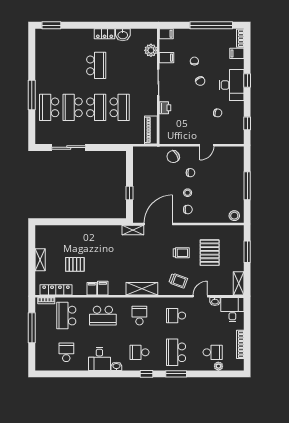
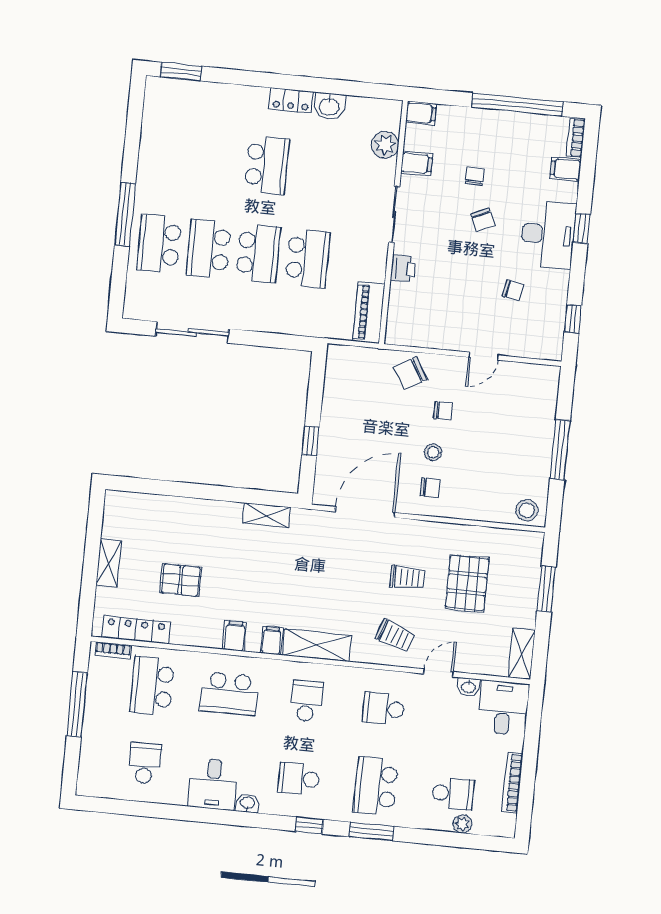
shelving: (133, 230) -> (266, 515), moved
filing cabinet: (92, 289) -> (272, 640), moved

